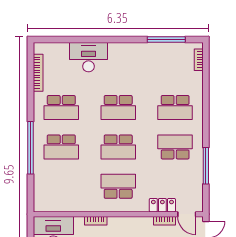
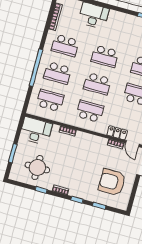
school desk: (61, 186) -> (50, 100), added

